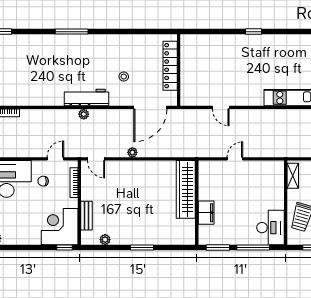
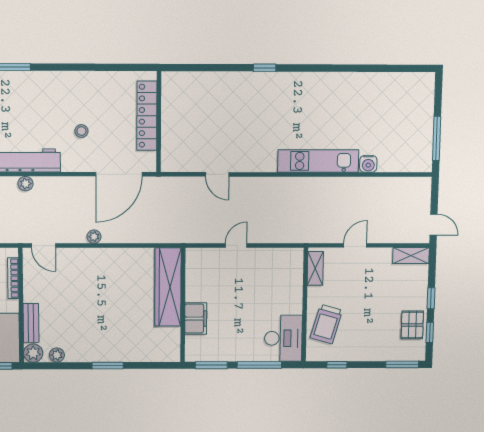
plant: (88, 238) -> (33, 353), added

